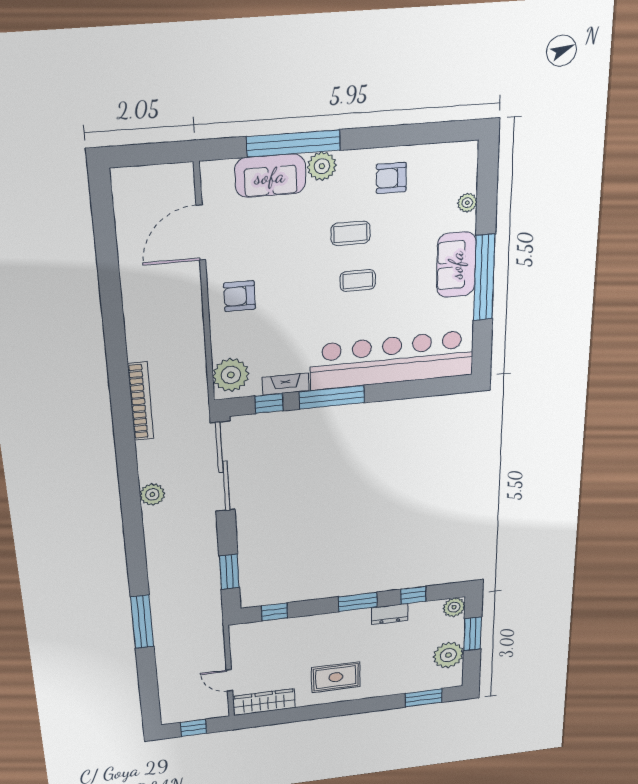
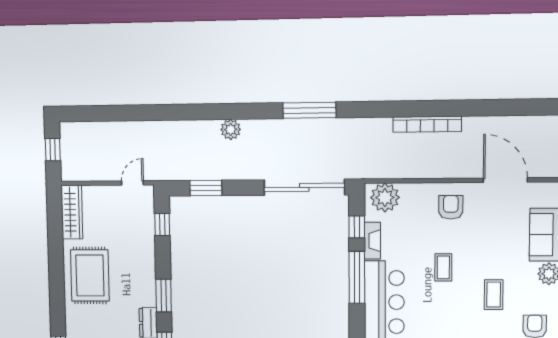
coffee table: (358, 280) -> (443, 267), moved
bookcase: (141, 401) -> (427, 124), moved
plant: (152, 494) -> (231, 129), moved
window: (142, 622) -> (309, 110), moved
rug: (336, 677) -> (90, 275), width x1.36, depth x1.43
door: (229, 680) -> (132, 183), moved

